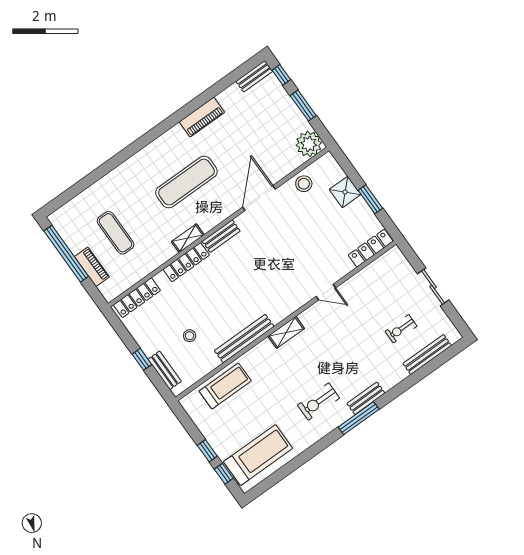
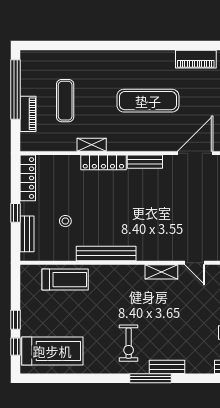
shelving: (188, 238) -> (92, 145), moved
locker: (137, 298) -> (28, 178), moved, turned -90
shelving: (286, 332) -> (161, 272), moved
exercise bike: (319, 402) -> (129, 343), turned -90

